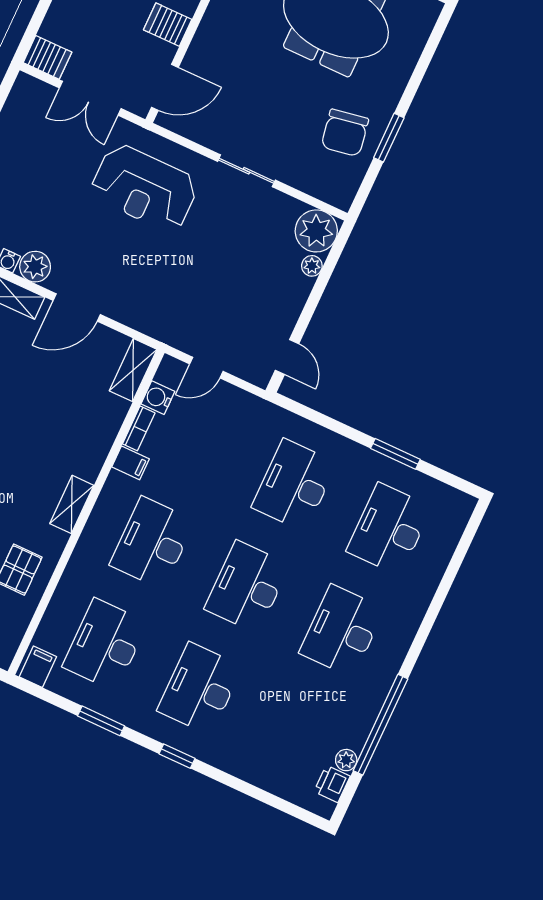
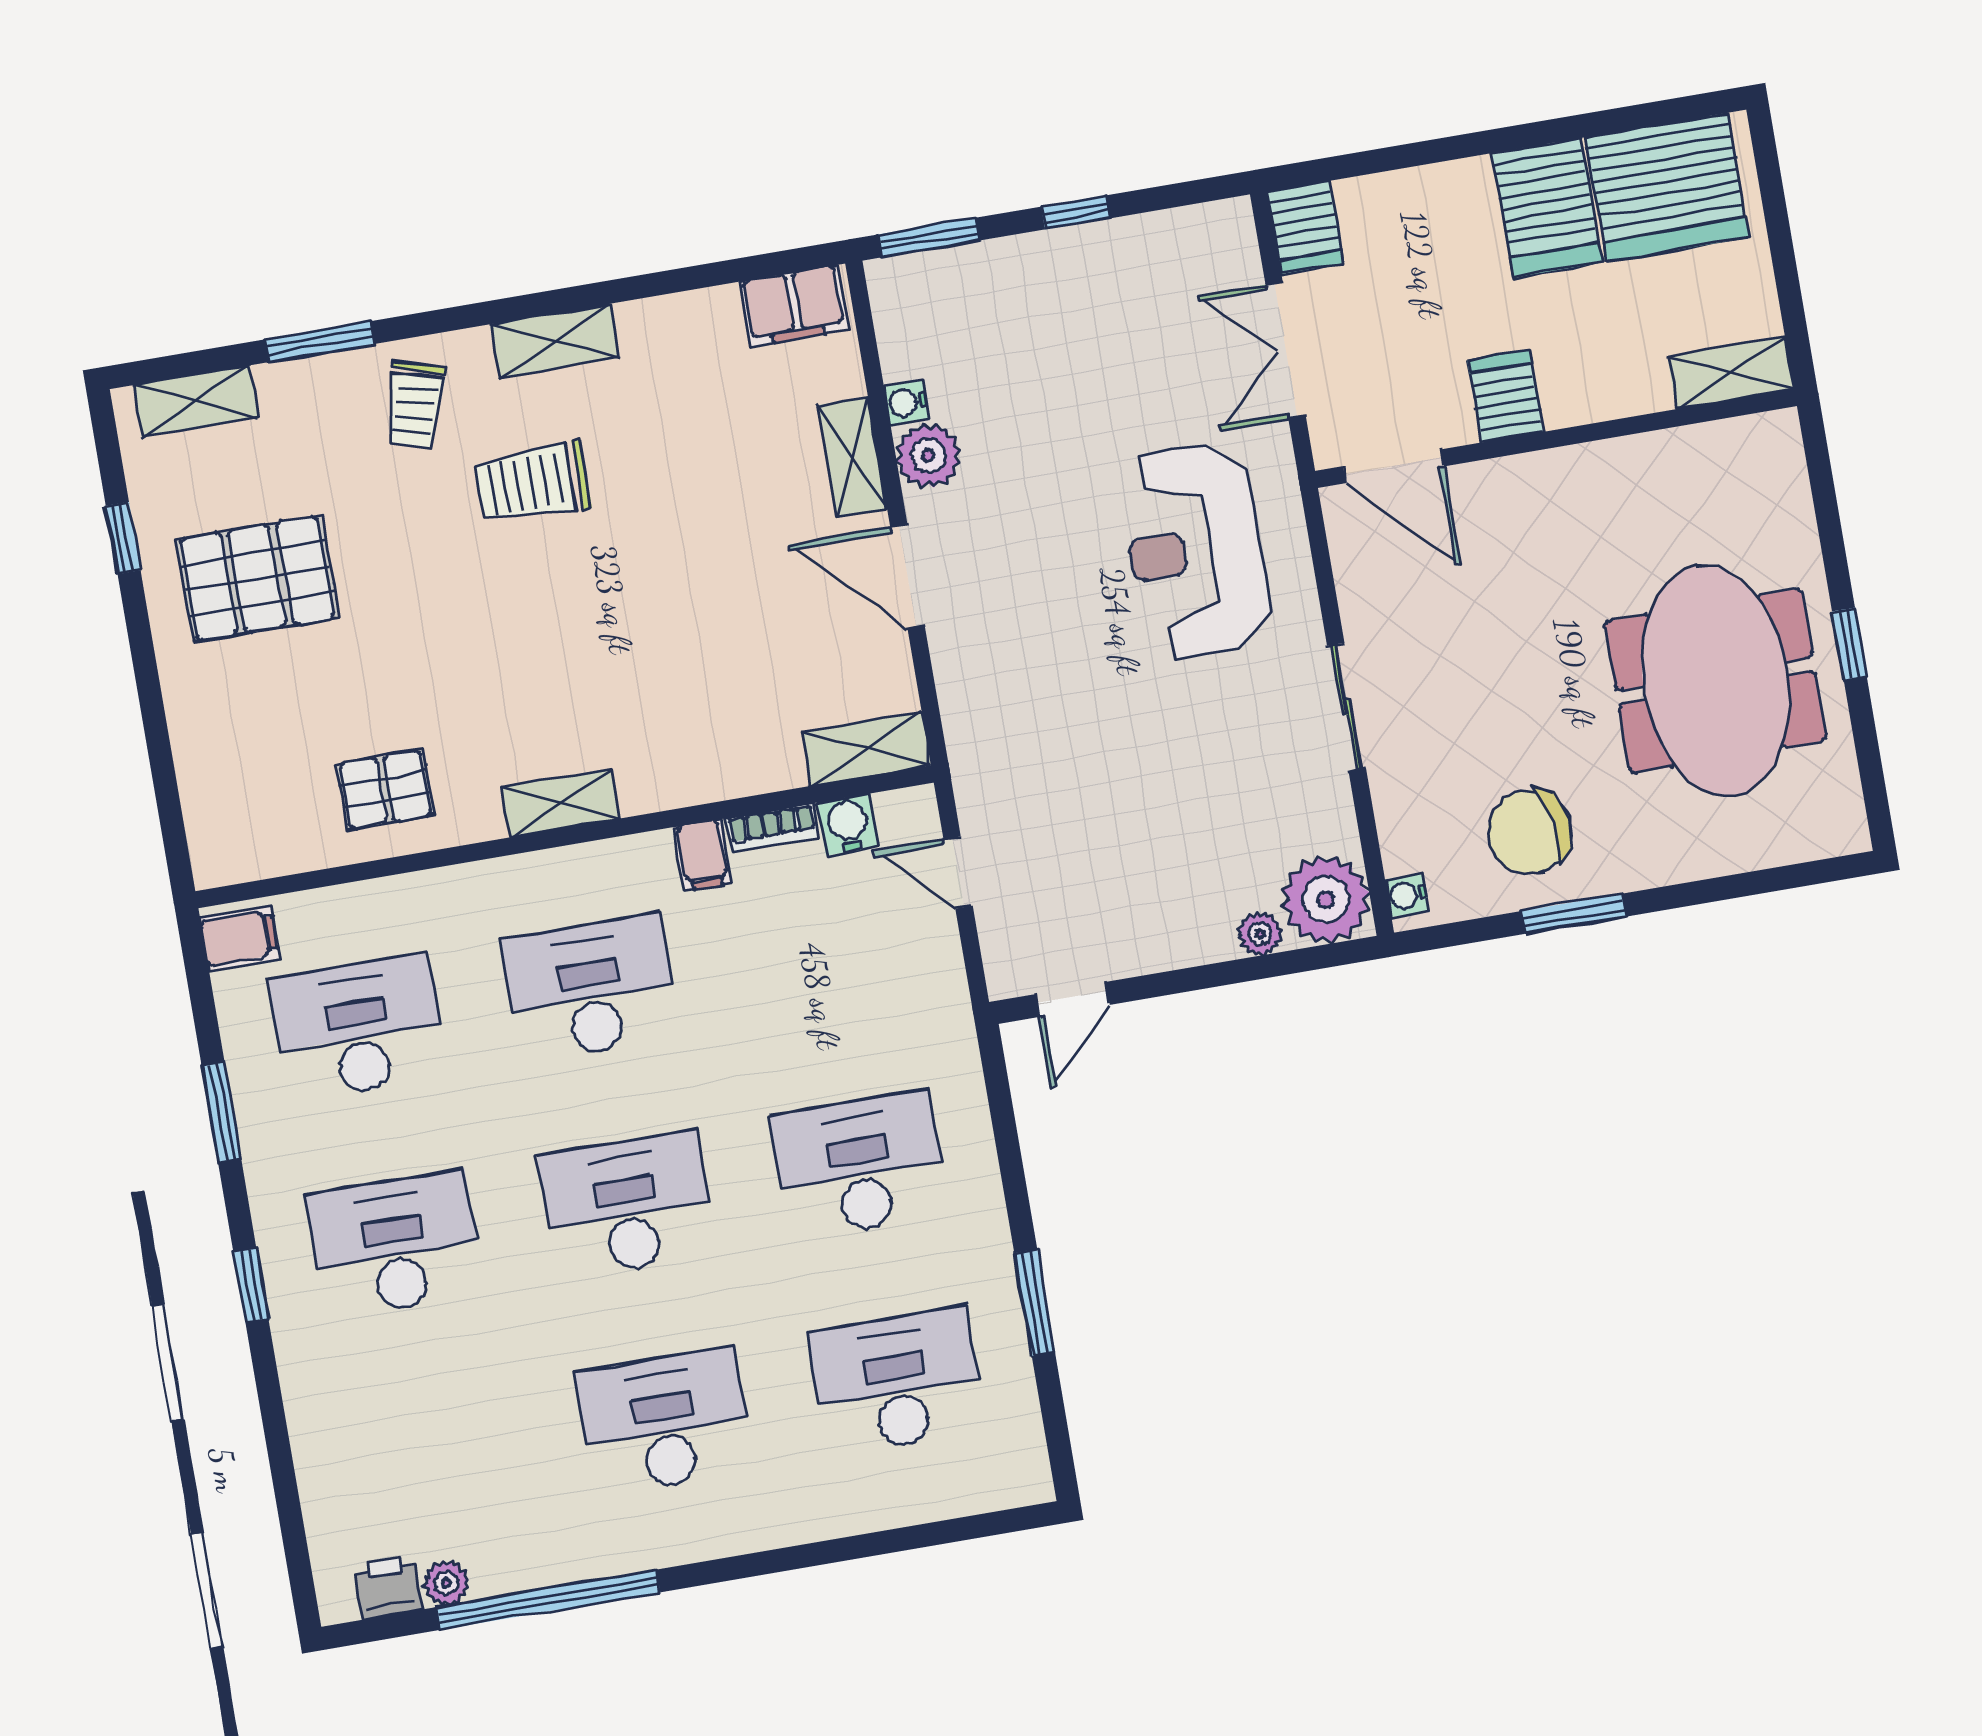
water cooler: (336, 198) -> (1407, 895), added

